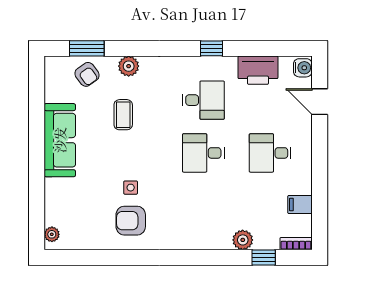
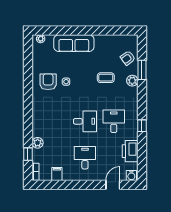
window: (87, 48) -> (142, 70), moved
desk: (203, 100) -> (114, 121), turned 180
sofa: (60, 140) -> (74, 43), moved
desk: (203, 153) -> (85, 121), turned 90

